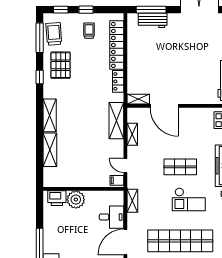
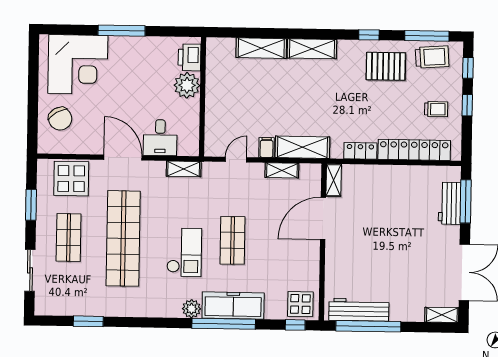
filing cabinet: (117, 180) -> (266, 148), moved
checkout: (189, 199) -> (184, 252), turned 180

